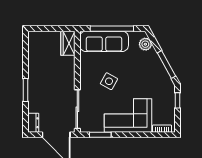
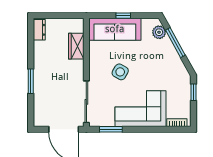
window: (112, 29) -> (123, 16), width x0.32
wardrobe: (68, 43) -> (76, 46), moved
window: (167, 64) -> (175, 43), moved
dresser: (33, 123) -> (39, 30), moved

